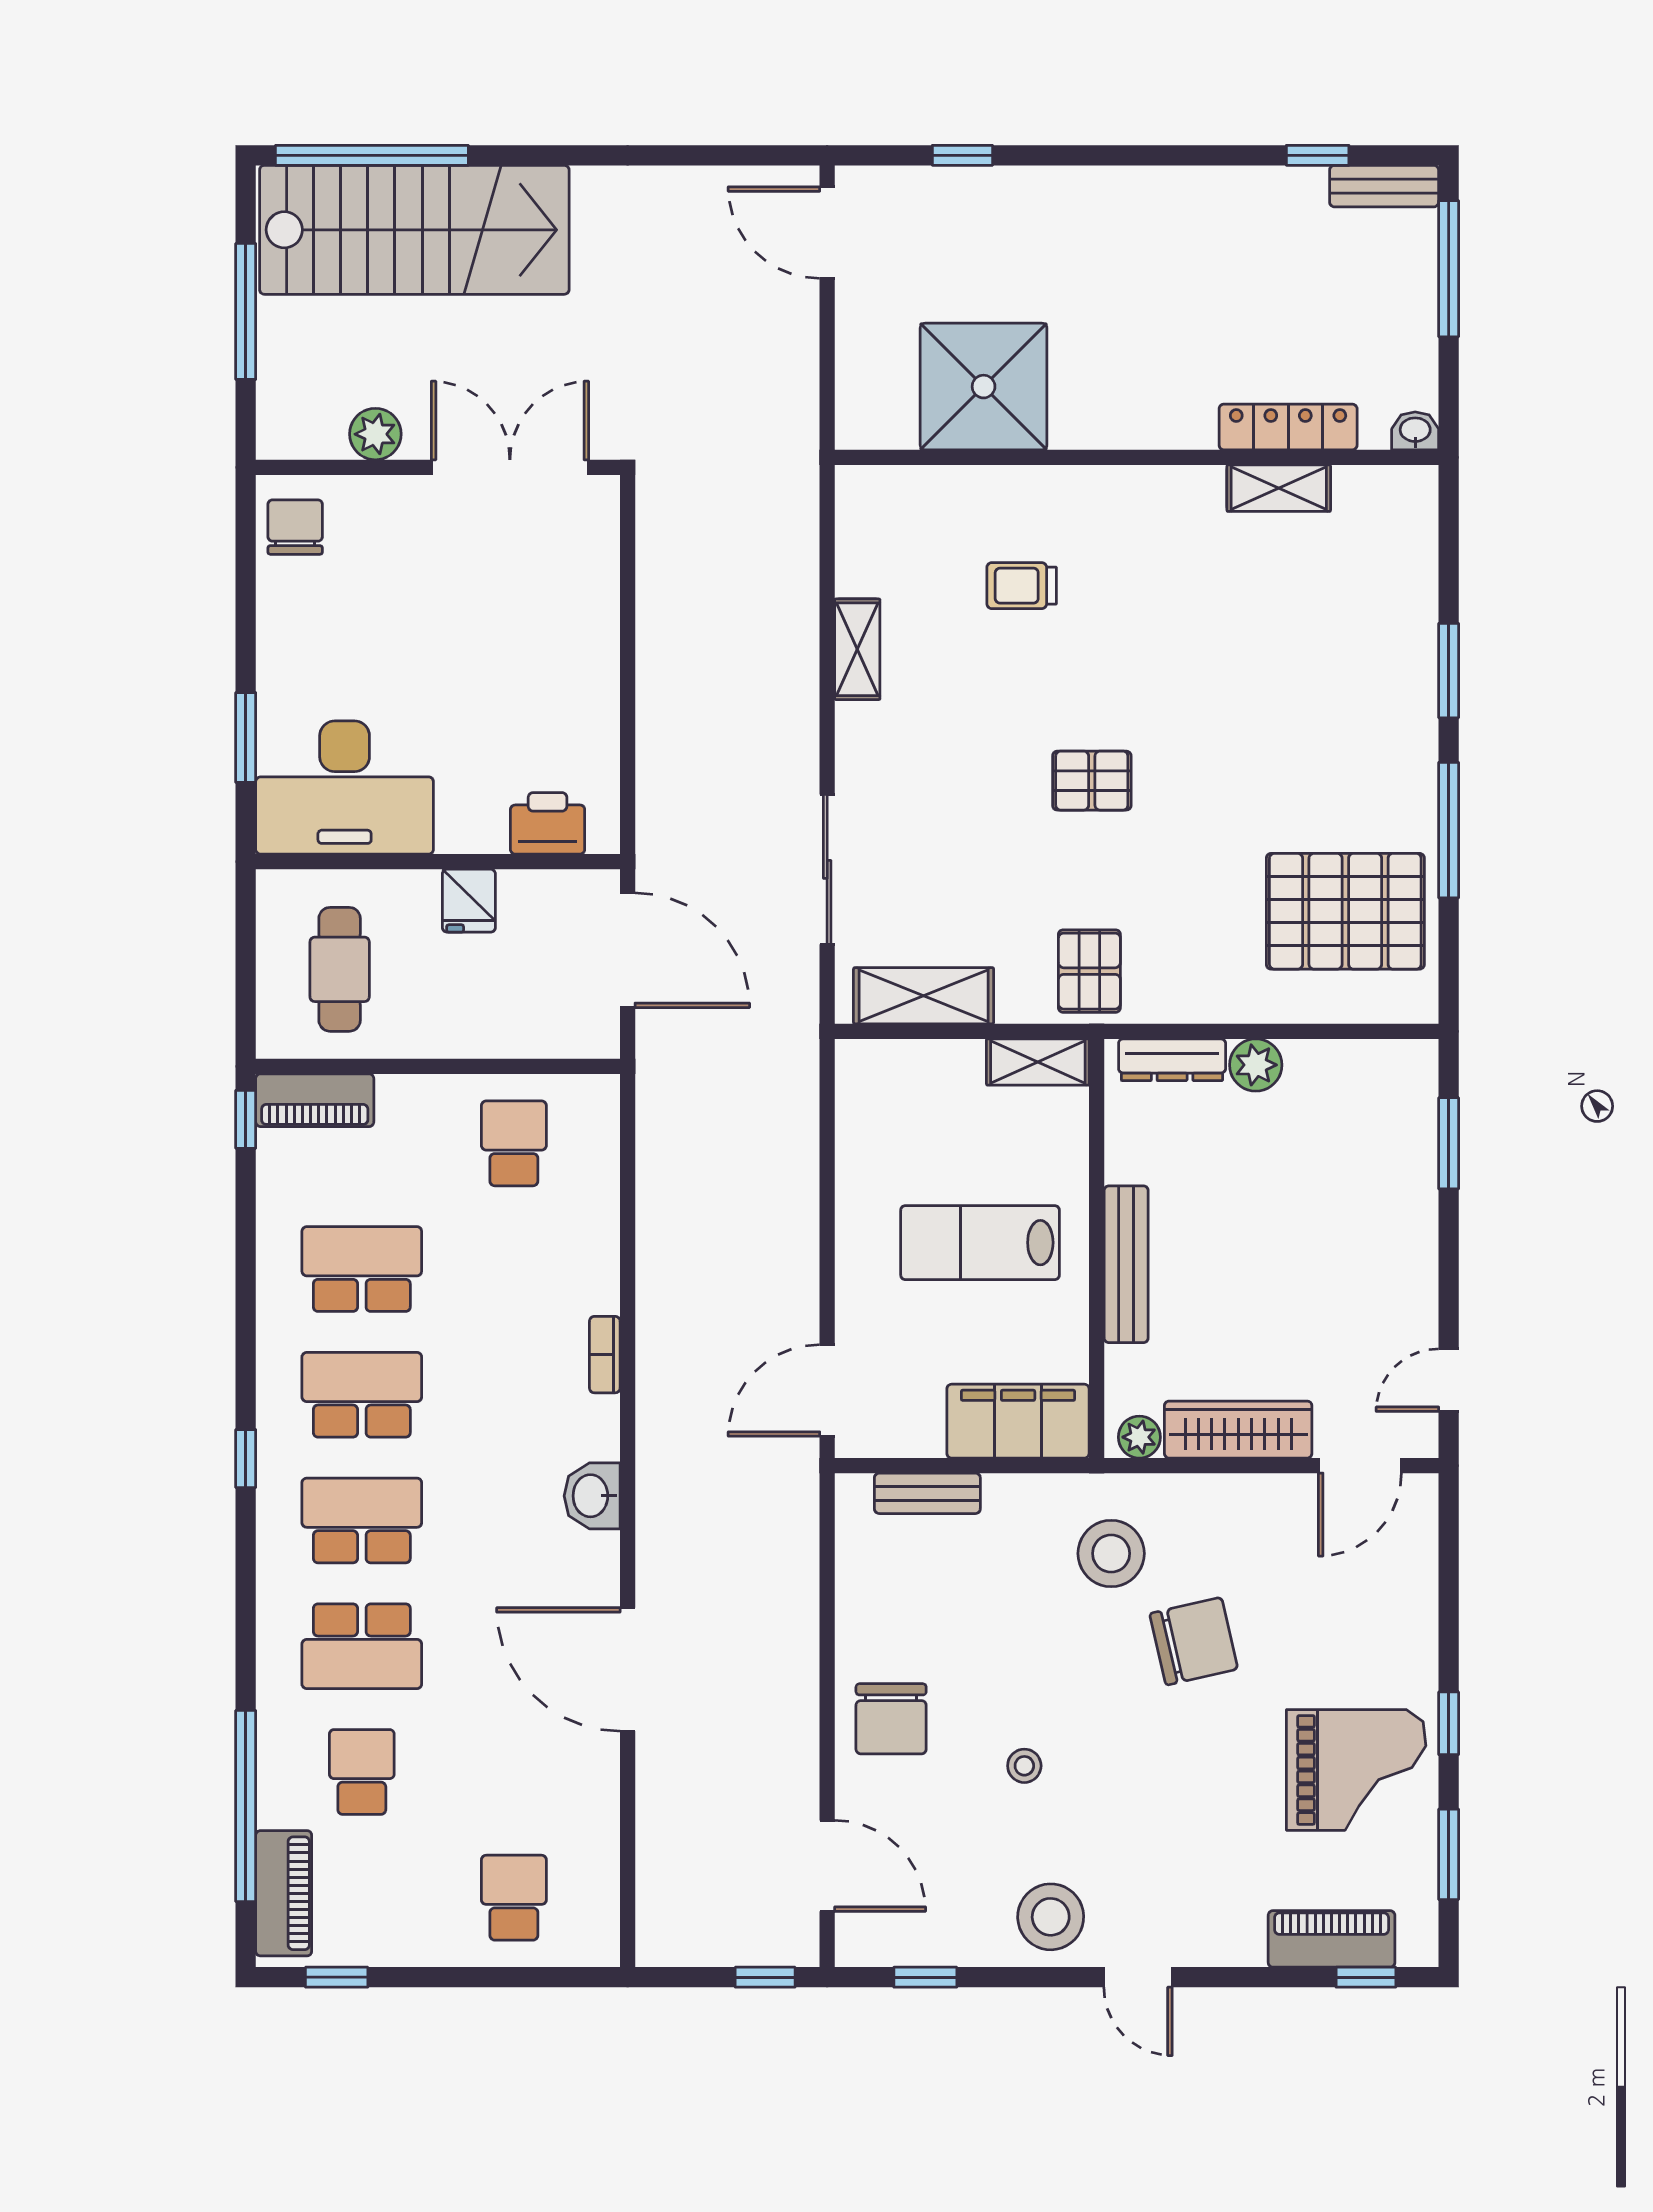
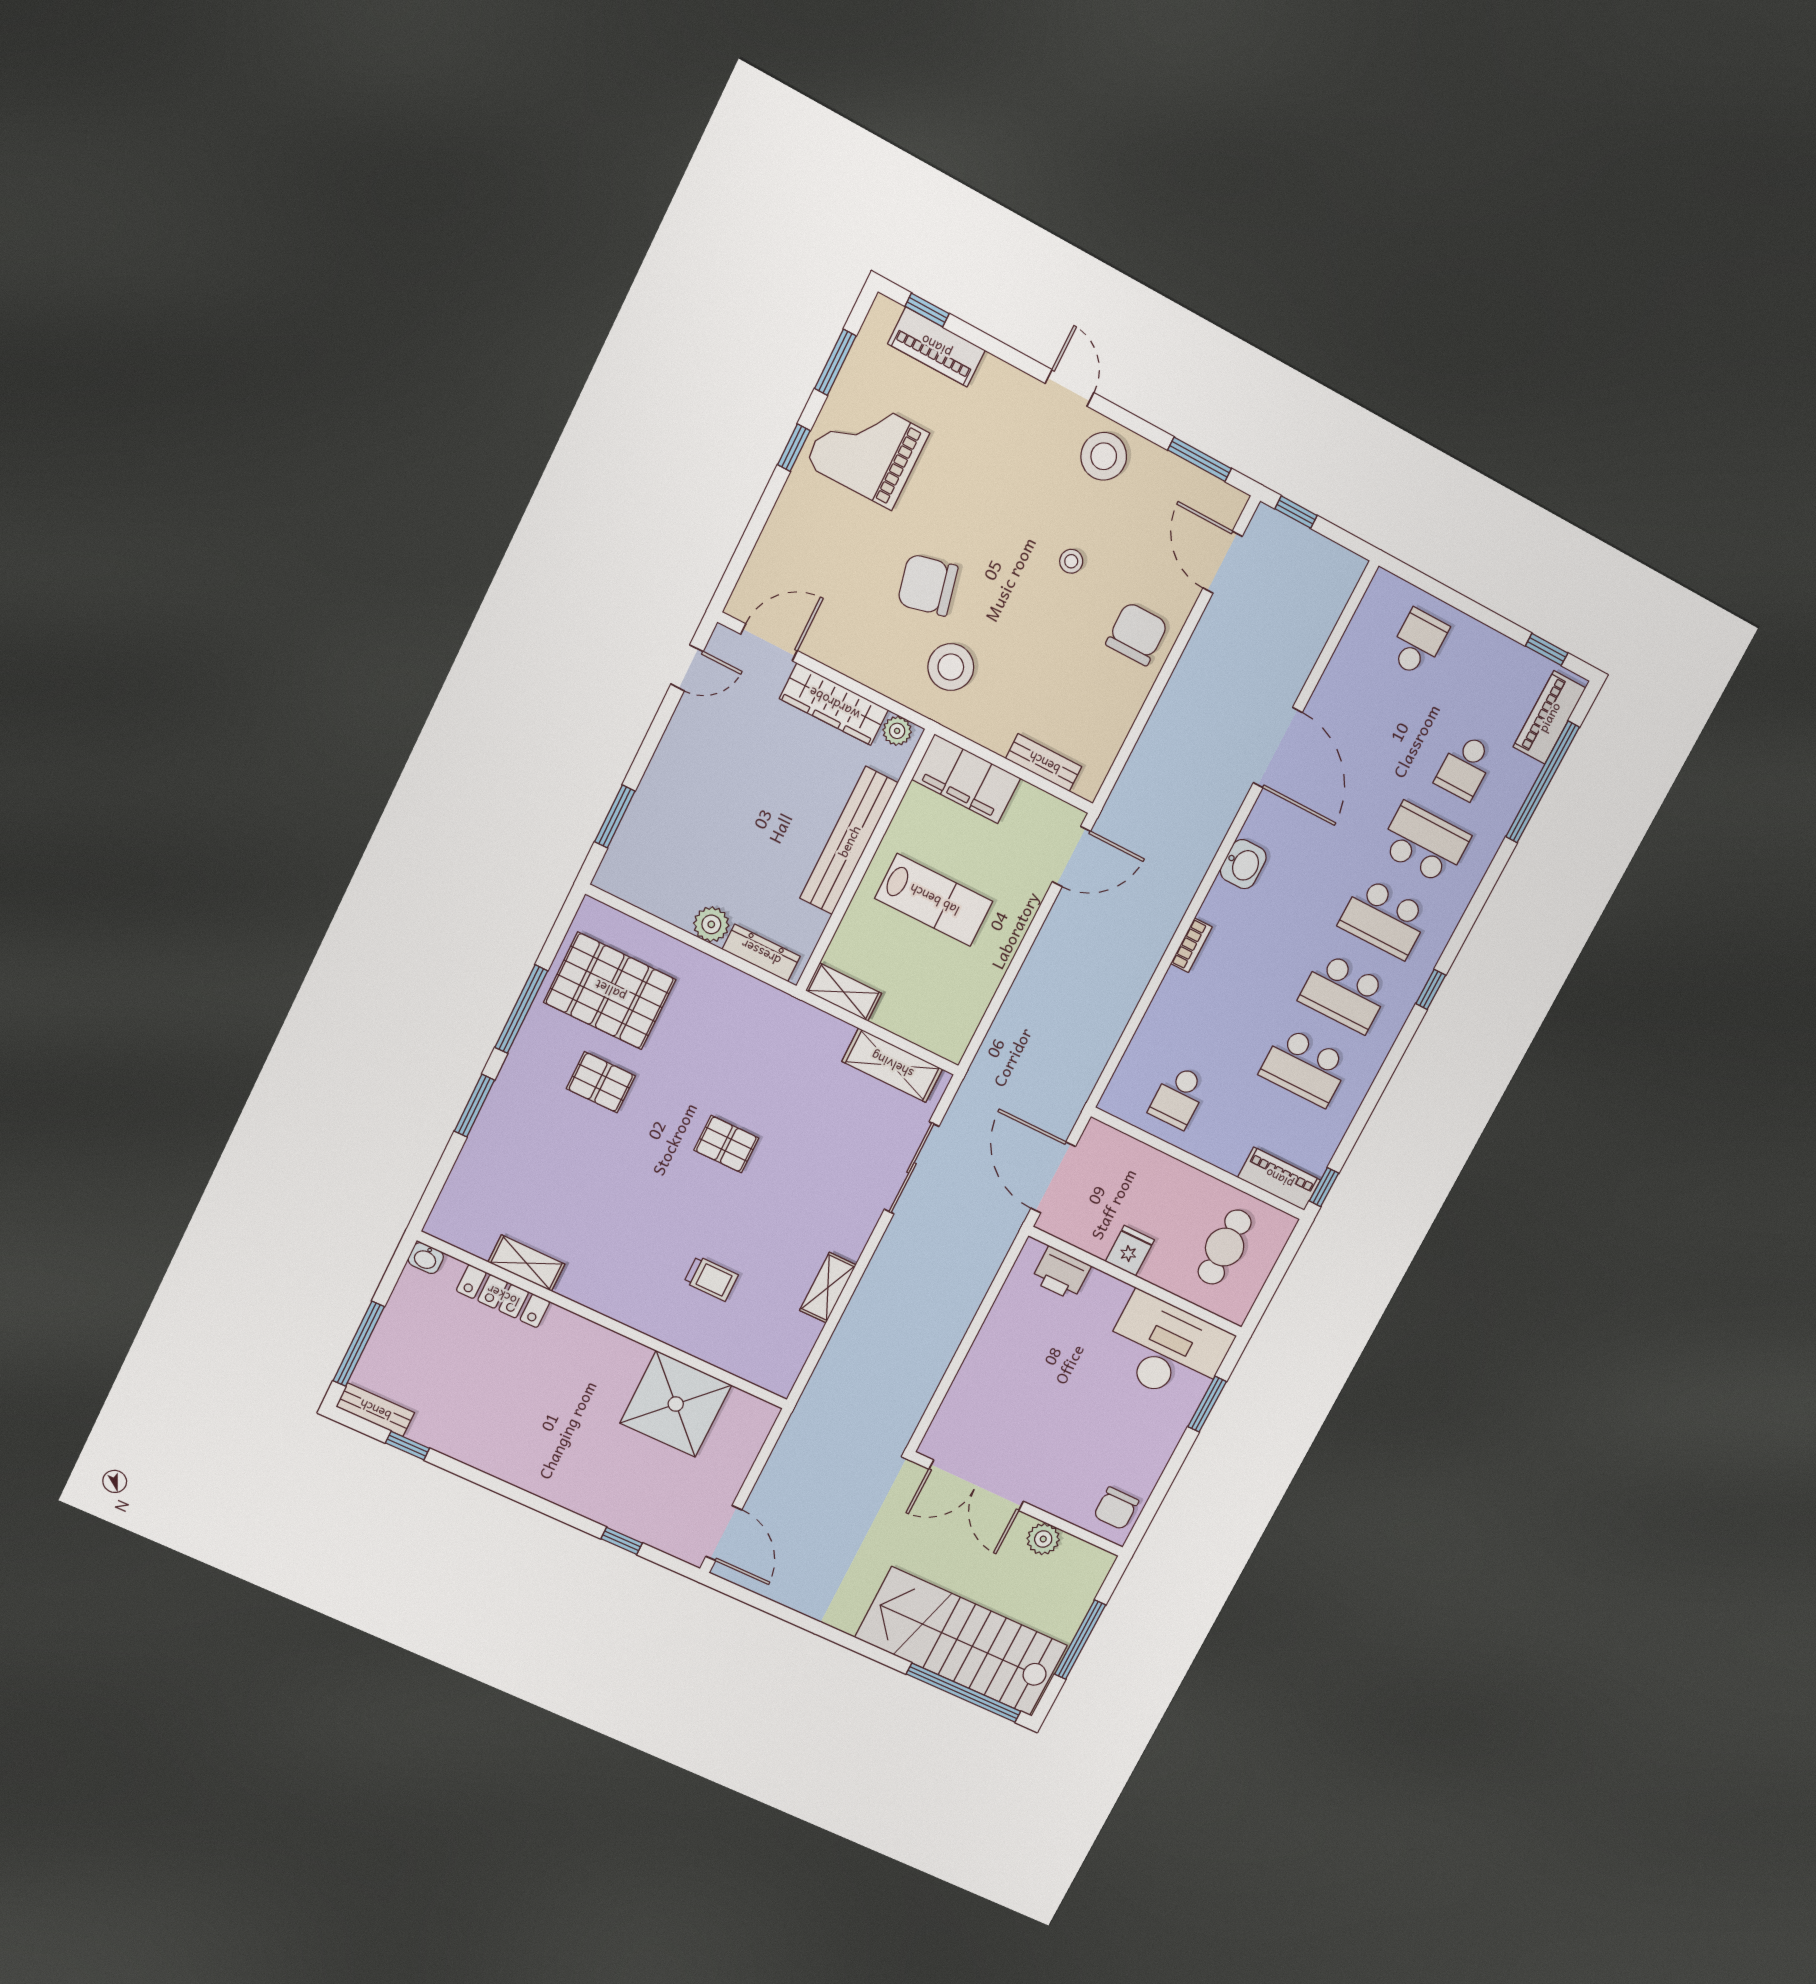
pallet: (1089, 971) -> (601, 1082), moved, turned 90
bench: (1126, 1264) -> (849, 841), width x1.37, depth x1.21
school desk: (514, 1898) -> (1418, 643), turned 180
window: (925, 1977) -> (1200, 459), width x1.50

